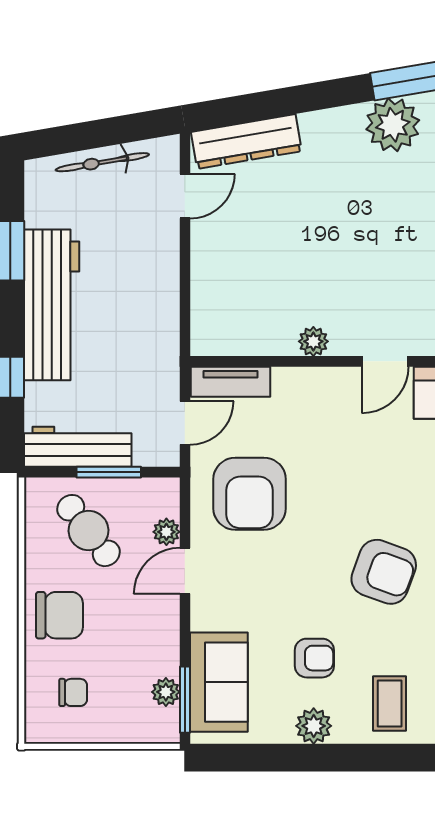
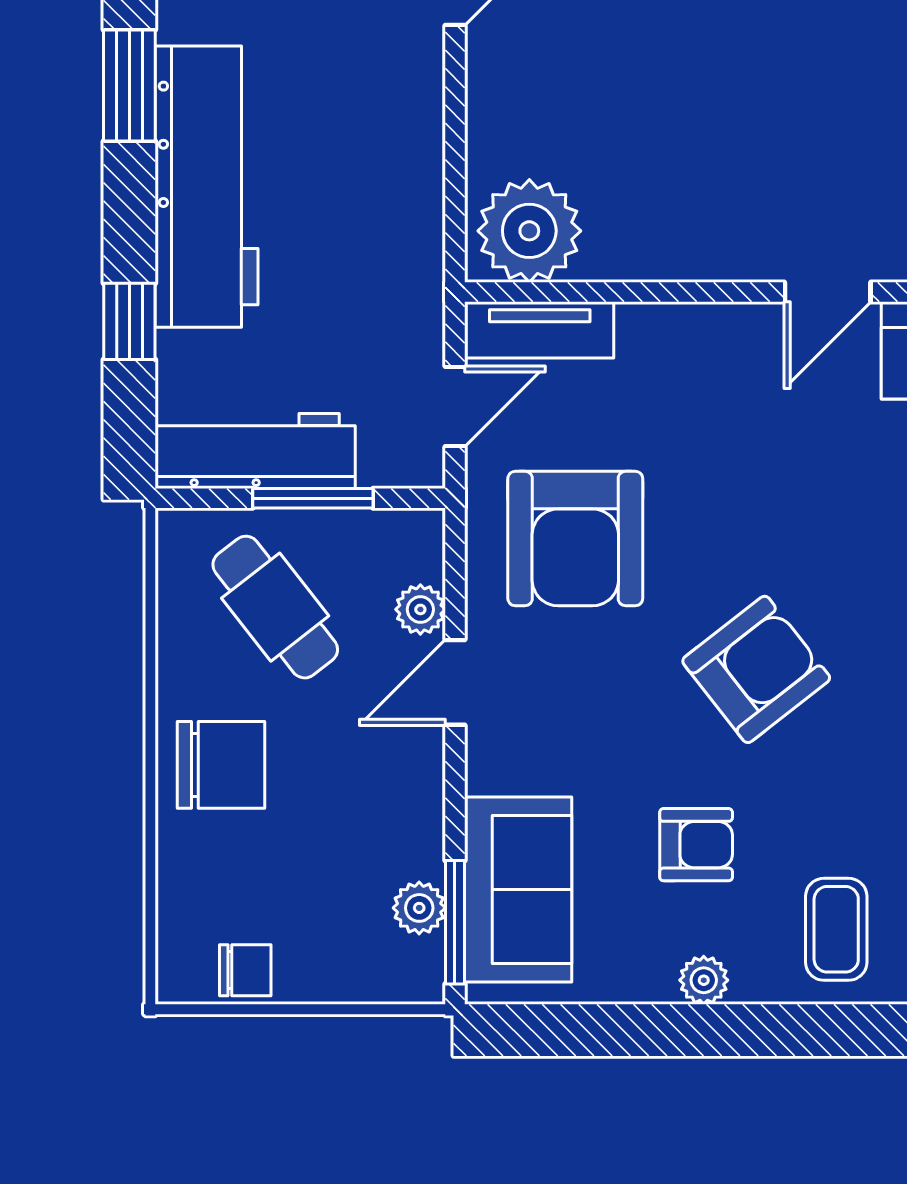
plant: (313, 341) -> (529, 231), moved, width x1.88, depth x1.88
armchair: (384, 572) -> (756, 669), moved, turned -58
chair: (73, 692) -> (245, 970), moved
plant: (314, 726) -> (704, 980), width x0.73, depth x0.73

